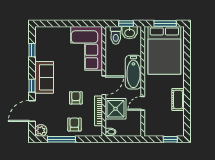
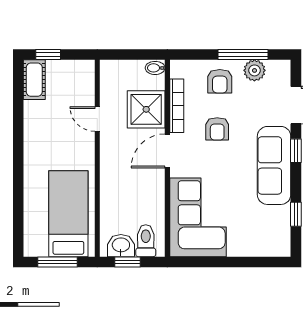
bed: (164, 50) -> (68, 214), width x0.67
bathtub: (133, 72) -> (114, 175), removed
sofa: (44, 77) -> (274, 165), width x1.36
cot: (178, 99) -> (34, 80), moved
door: (143, 103) -> (97, 119), swing flipped
plant: (41, 130) -> (254, 70), moved

